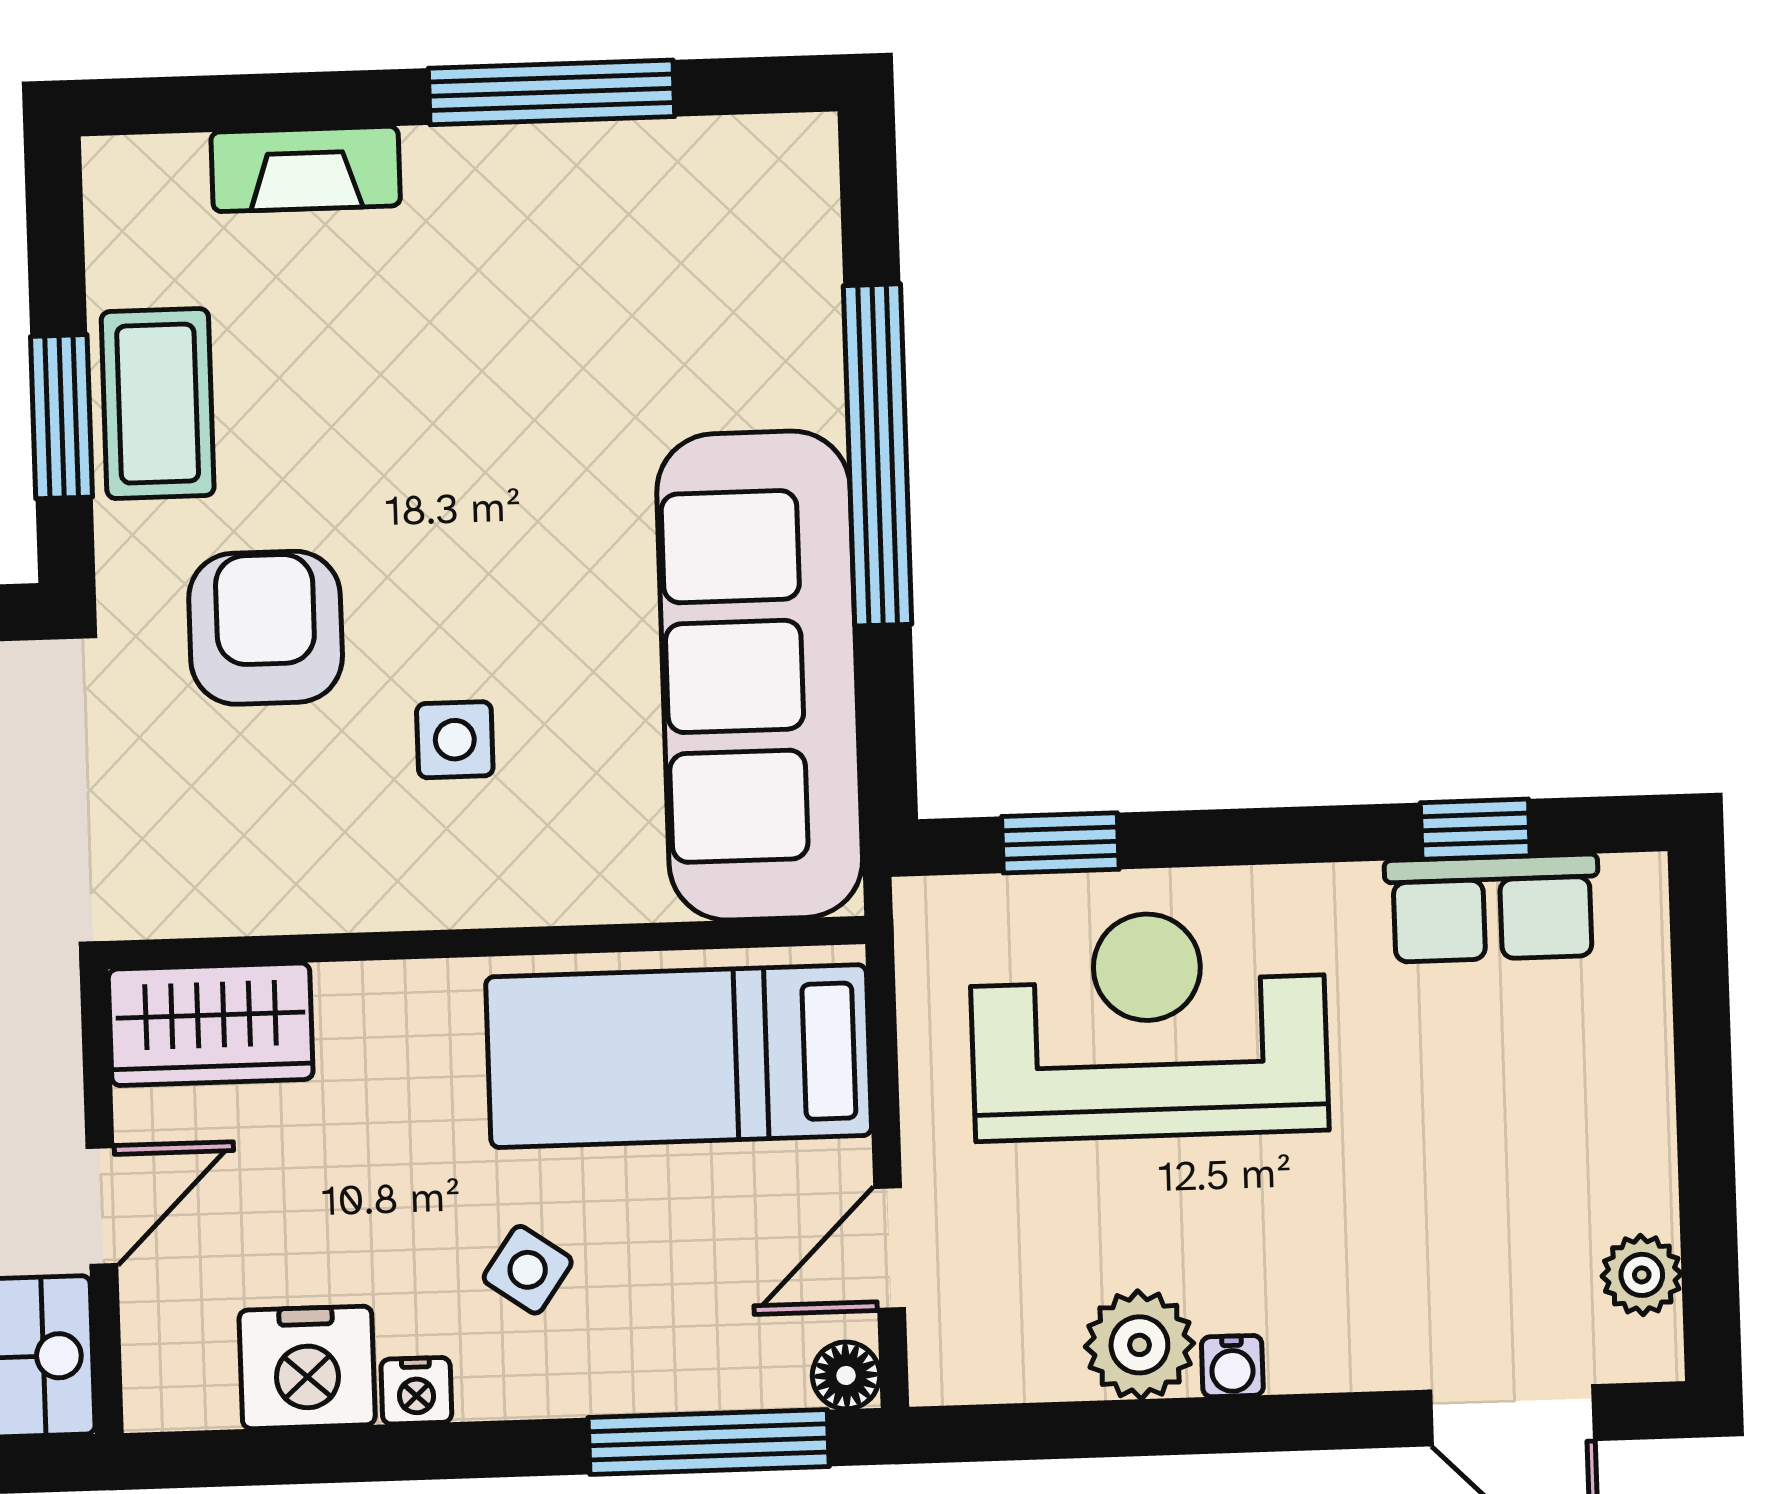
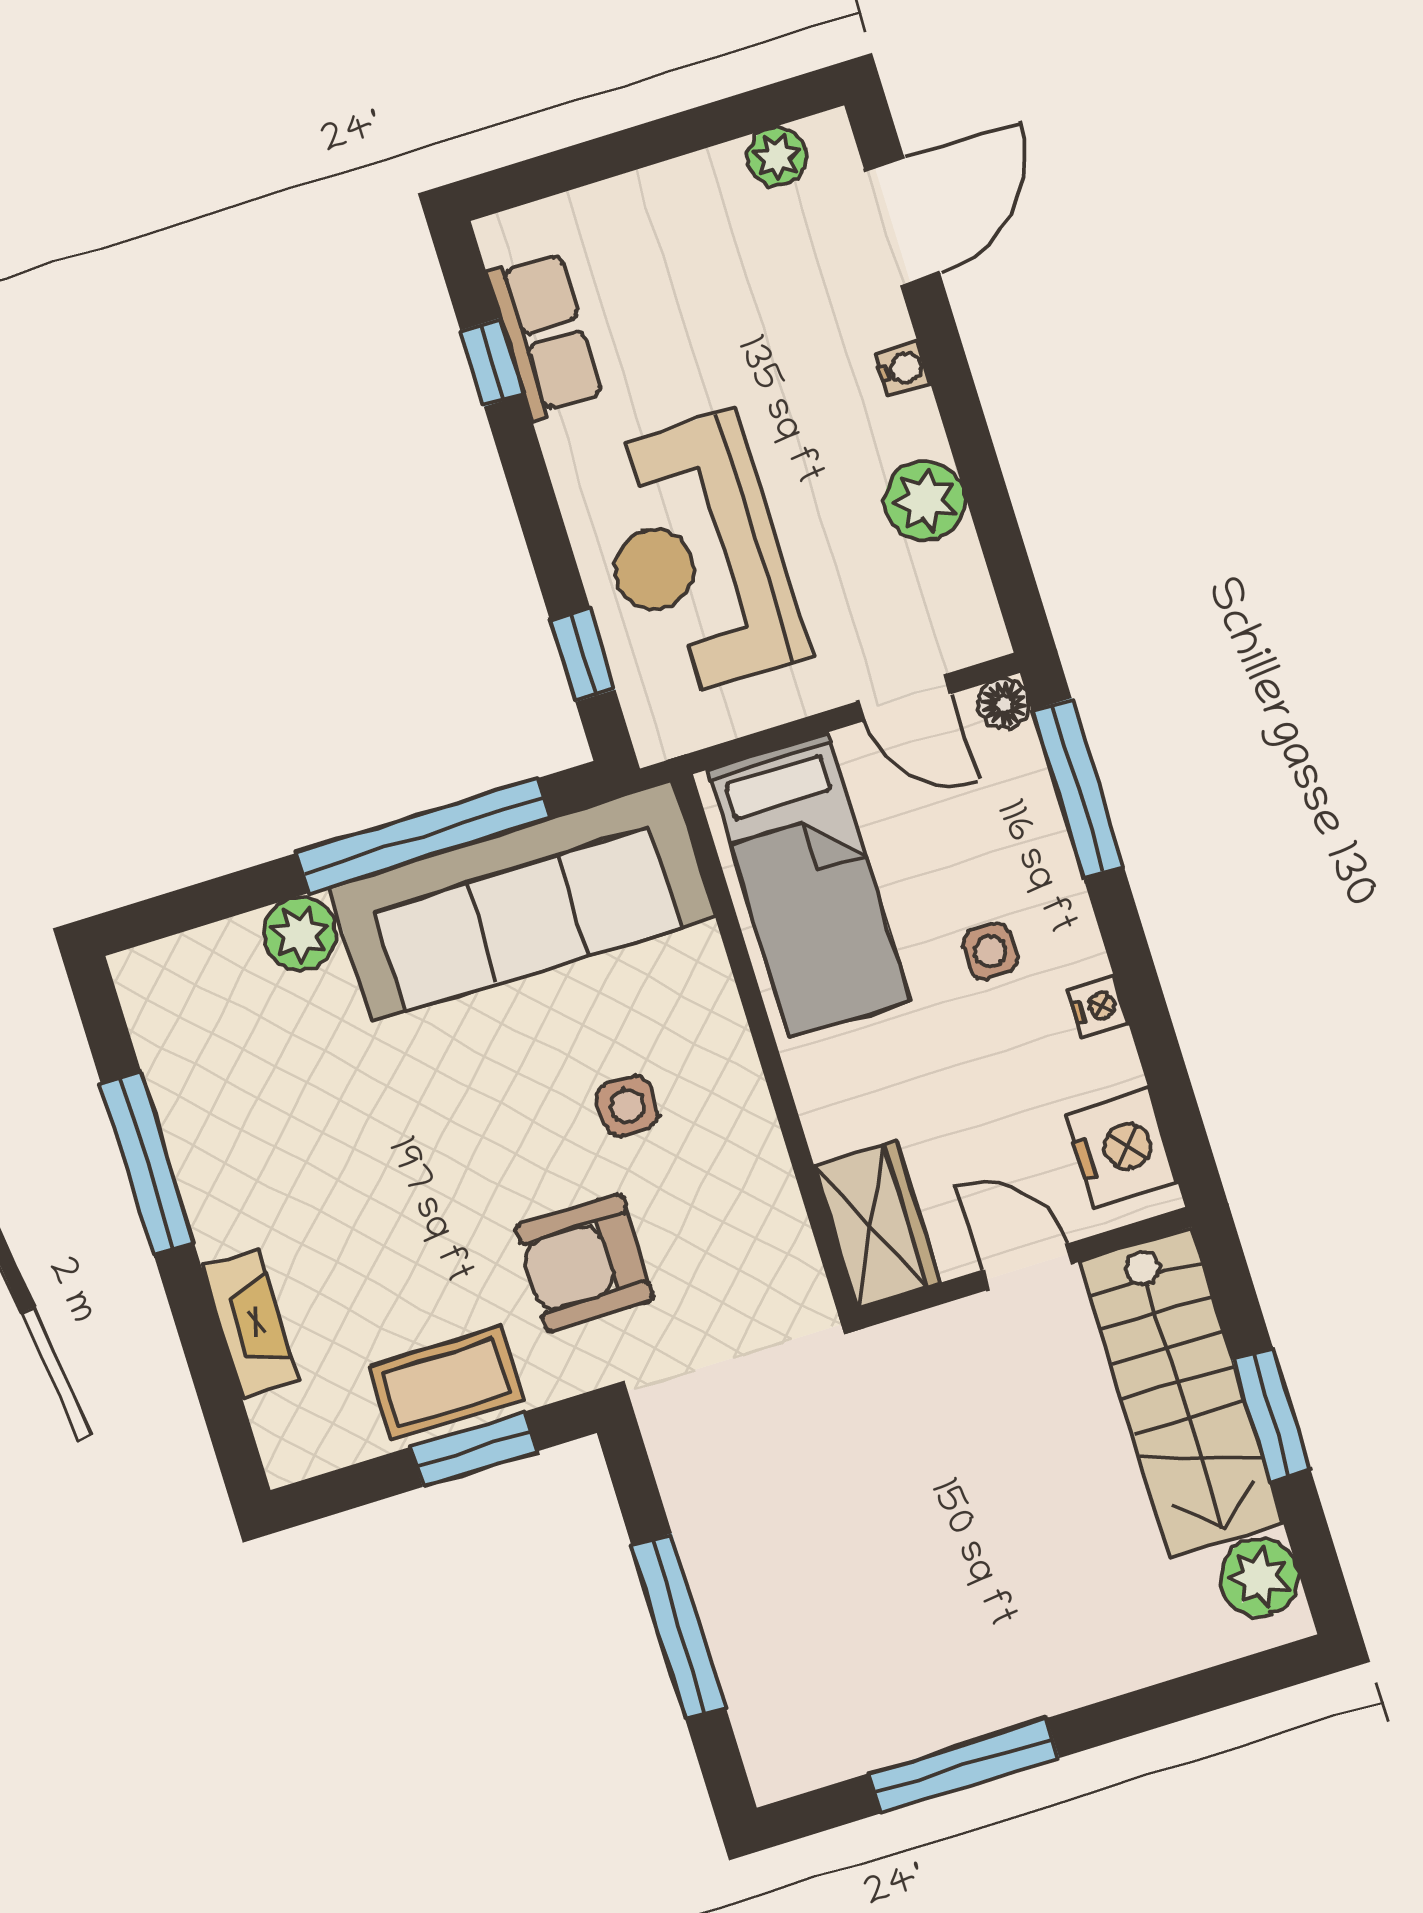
plant: (797, 374) -> (300, 934), added
window: (878, 455) -> (423, 836), moved
side table: (528, 1270) -> (990, 951), turned -35
water cooler: (1232, 1366) -> (903, 369), moved
nightstand: (307, 1367) -> (1121, 1148), moved

